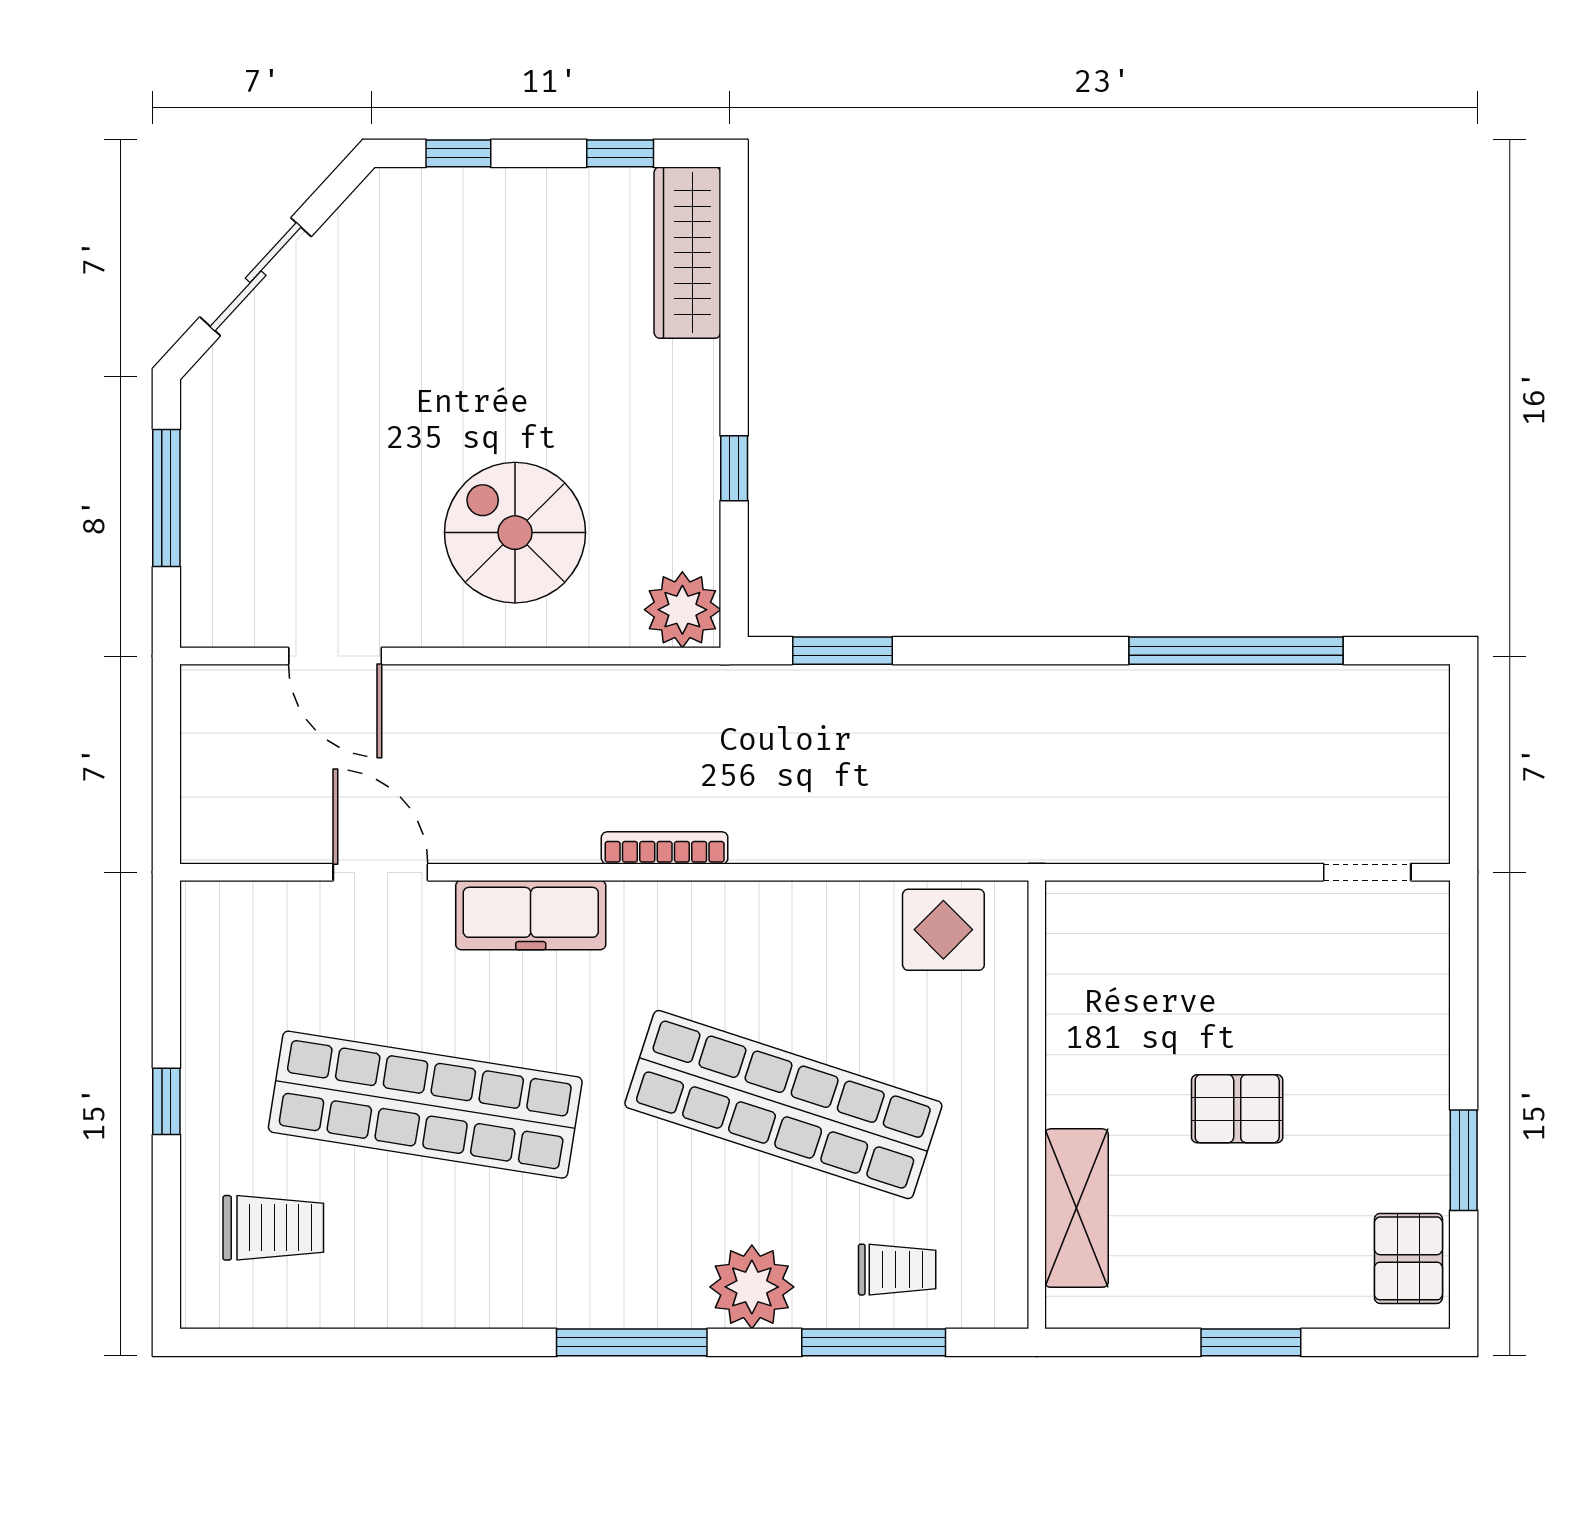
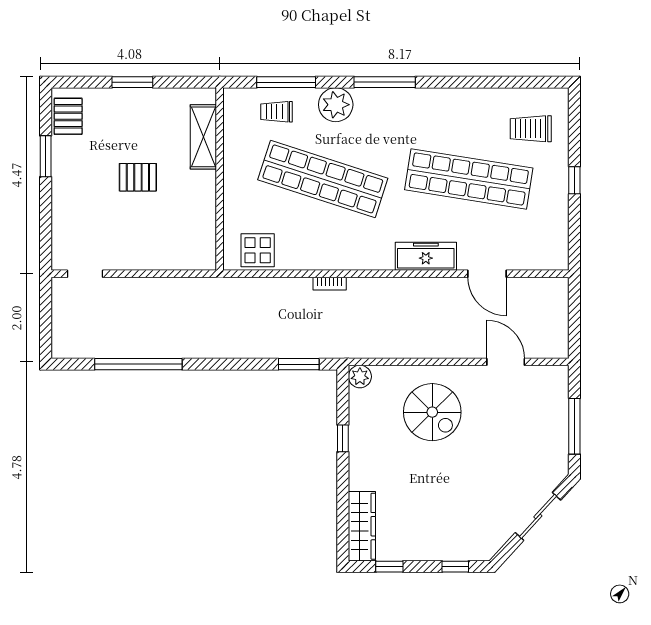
plant: (682, 610) -> (360, 377), width x0.73, depth x0.73
bookcase: (665, 848) -> (330, 284), moved, width x0.64

